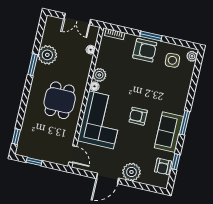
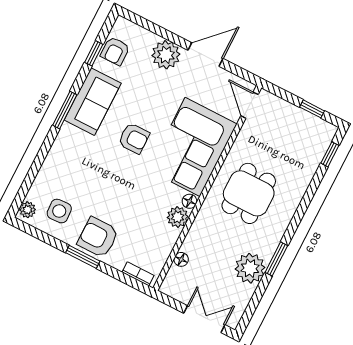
double door: (77, 19) -> (204, 319), moved
armchair: (163, 166) -> (115, 51), turned 180

